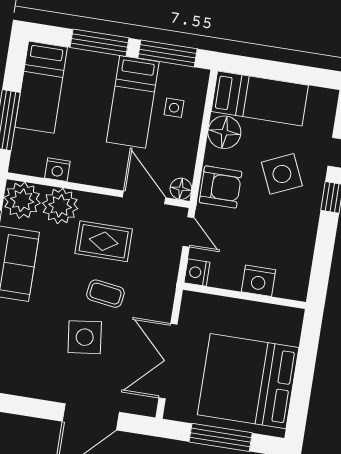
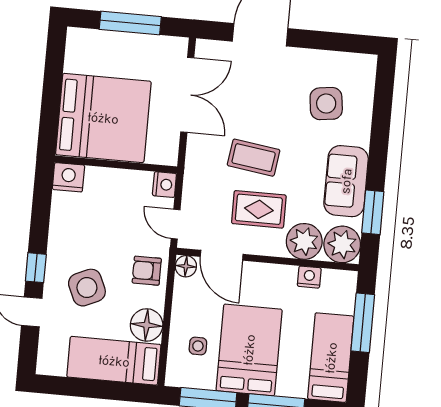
bed: (133, 102) -> (249, 350), width x1.50
armchair: (221, 187) -> (147, 271), width x0.72, depth x0.72
nightstand: (258, 281) -> (68, 177), moved
coffee table: (105, 294) -> (254, 158), width x1.36, depth x1.30
side table: (85, 337) -> (326, 104), moved
bed: (248, 381) -> (103, 118), moved

